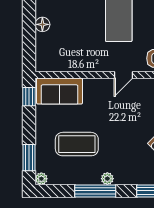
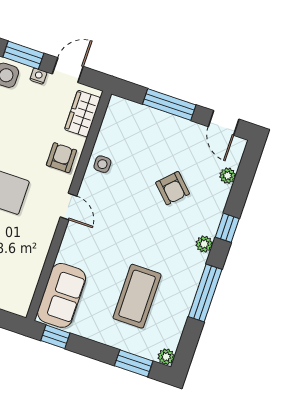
plant: (107, 179) -> (204, 244), moved

